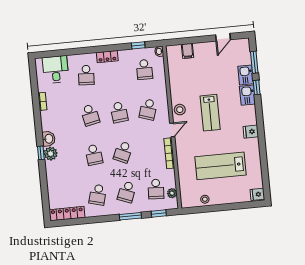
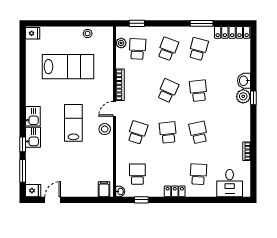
filing cabinet: (188, 51) -> (104, 189), moved
kitchen sink: (246, 75) -> (33, 116), moved
fridge: (251, 132) -> (33, 191), moved
washbasin: (48, 139) -> (244, 81), moved
window: (130, 216) -> (202, 23), moved

